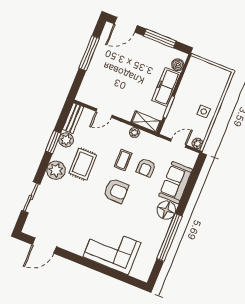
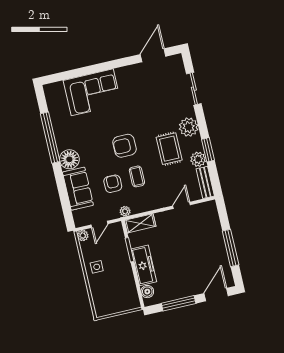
plant: (135, 133) -> (125, 211), moved

